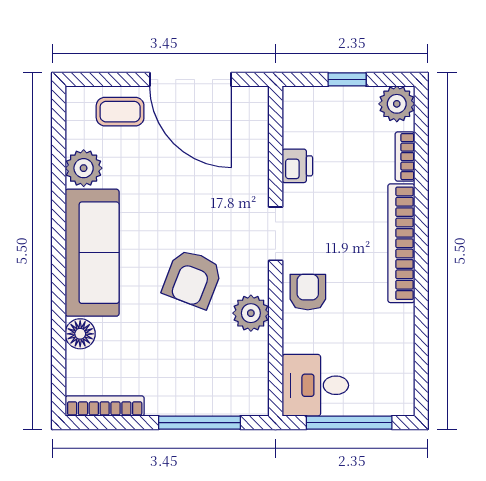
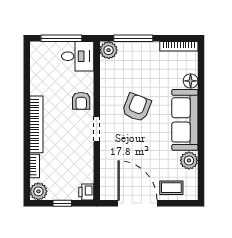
printer: (297, 166) -> (86, 192), moved
plant: (251, 313) -> (109, 50), moved

